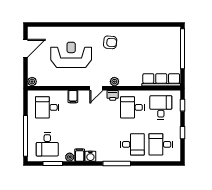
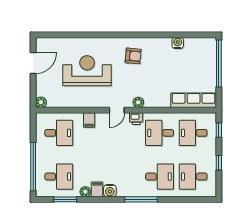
water cooler: (148, 31) -> (178, 43), added
desk: (47, 107) -> (59, 133), turned 180
desk: (161, 107) -> (193, 133), turned -90
desk: (47, 144) -> (59, 177), turned -90

